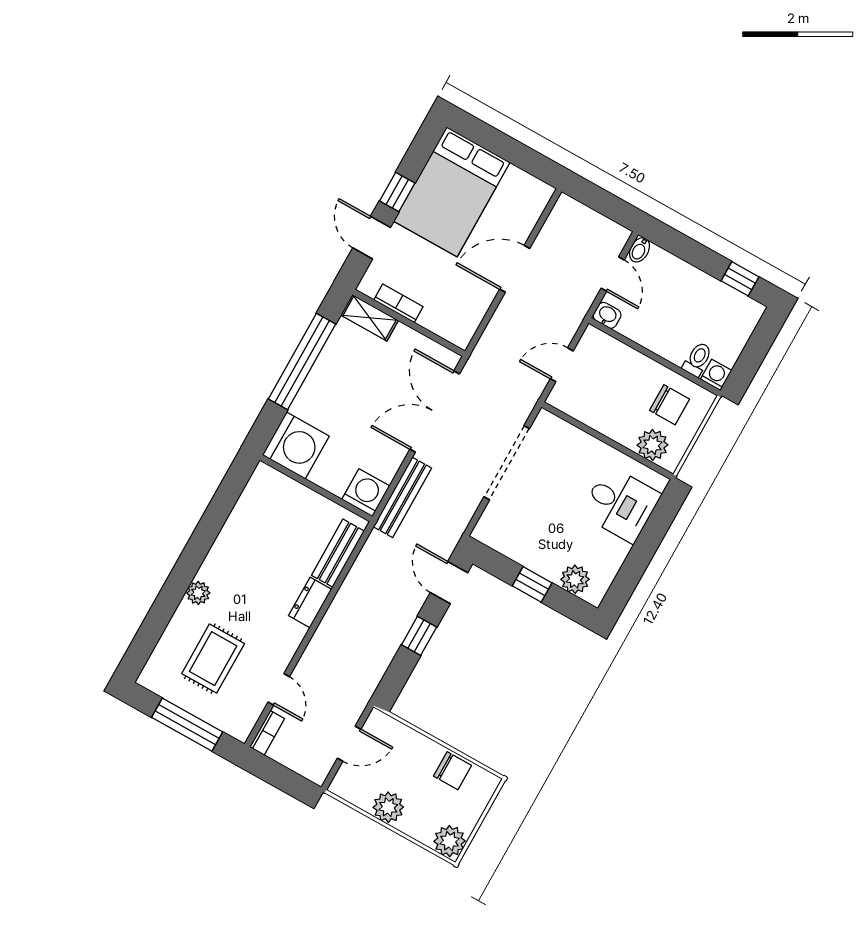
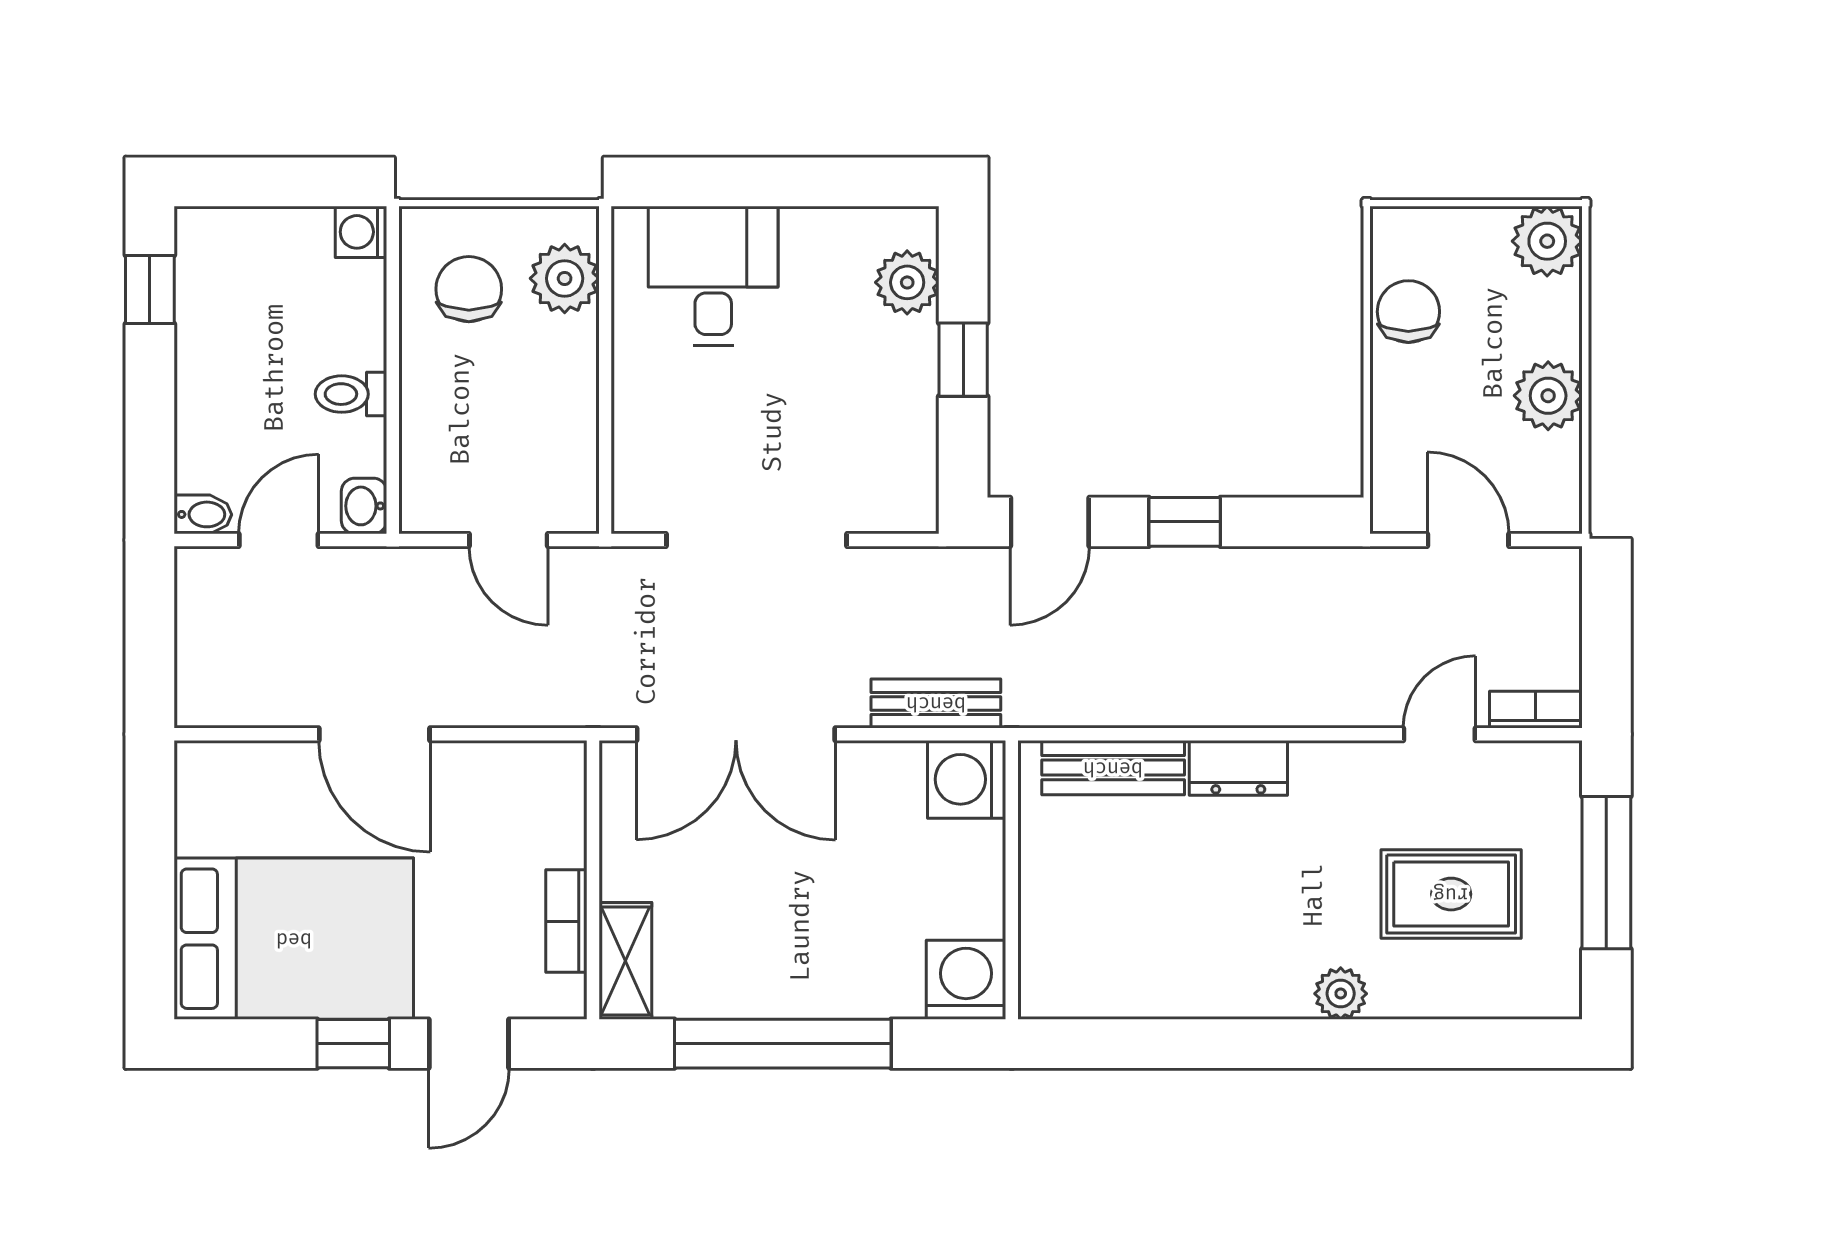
toilet: (697, 359) -> (351, 394), moved
washing machine: (296, 445) -> (966, 980), width x0.73, depth x0.73
bench: (402, 497) -> (936, 703), width x0.73

